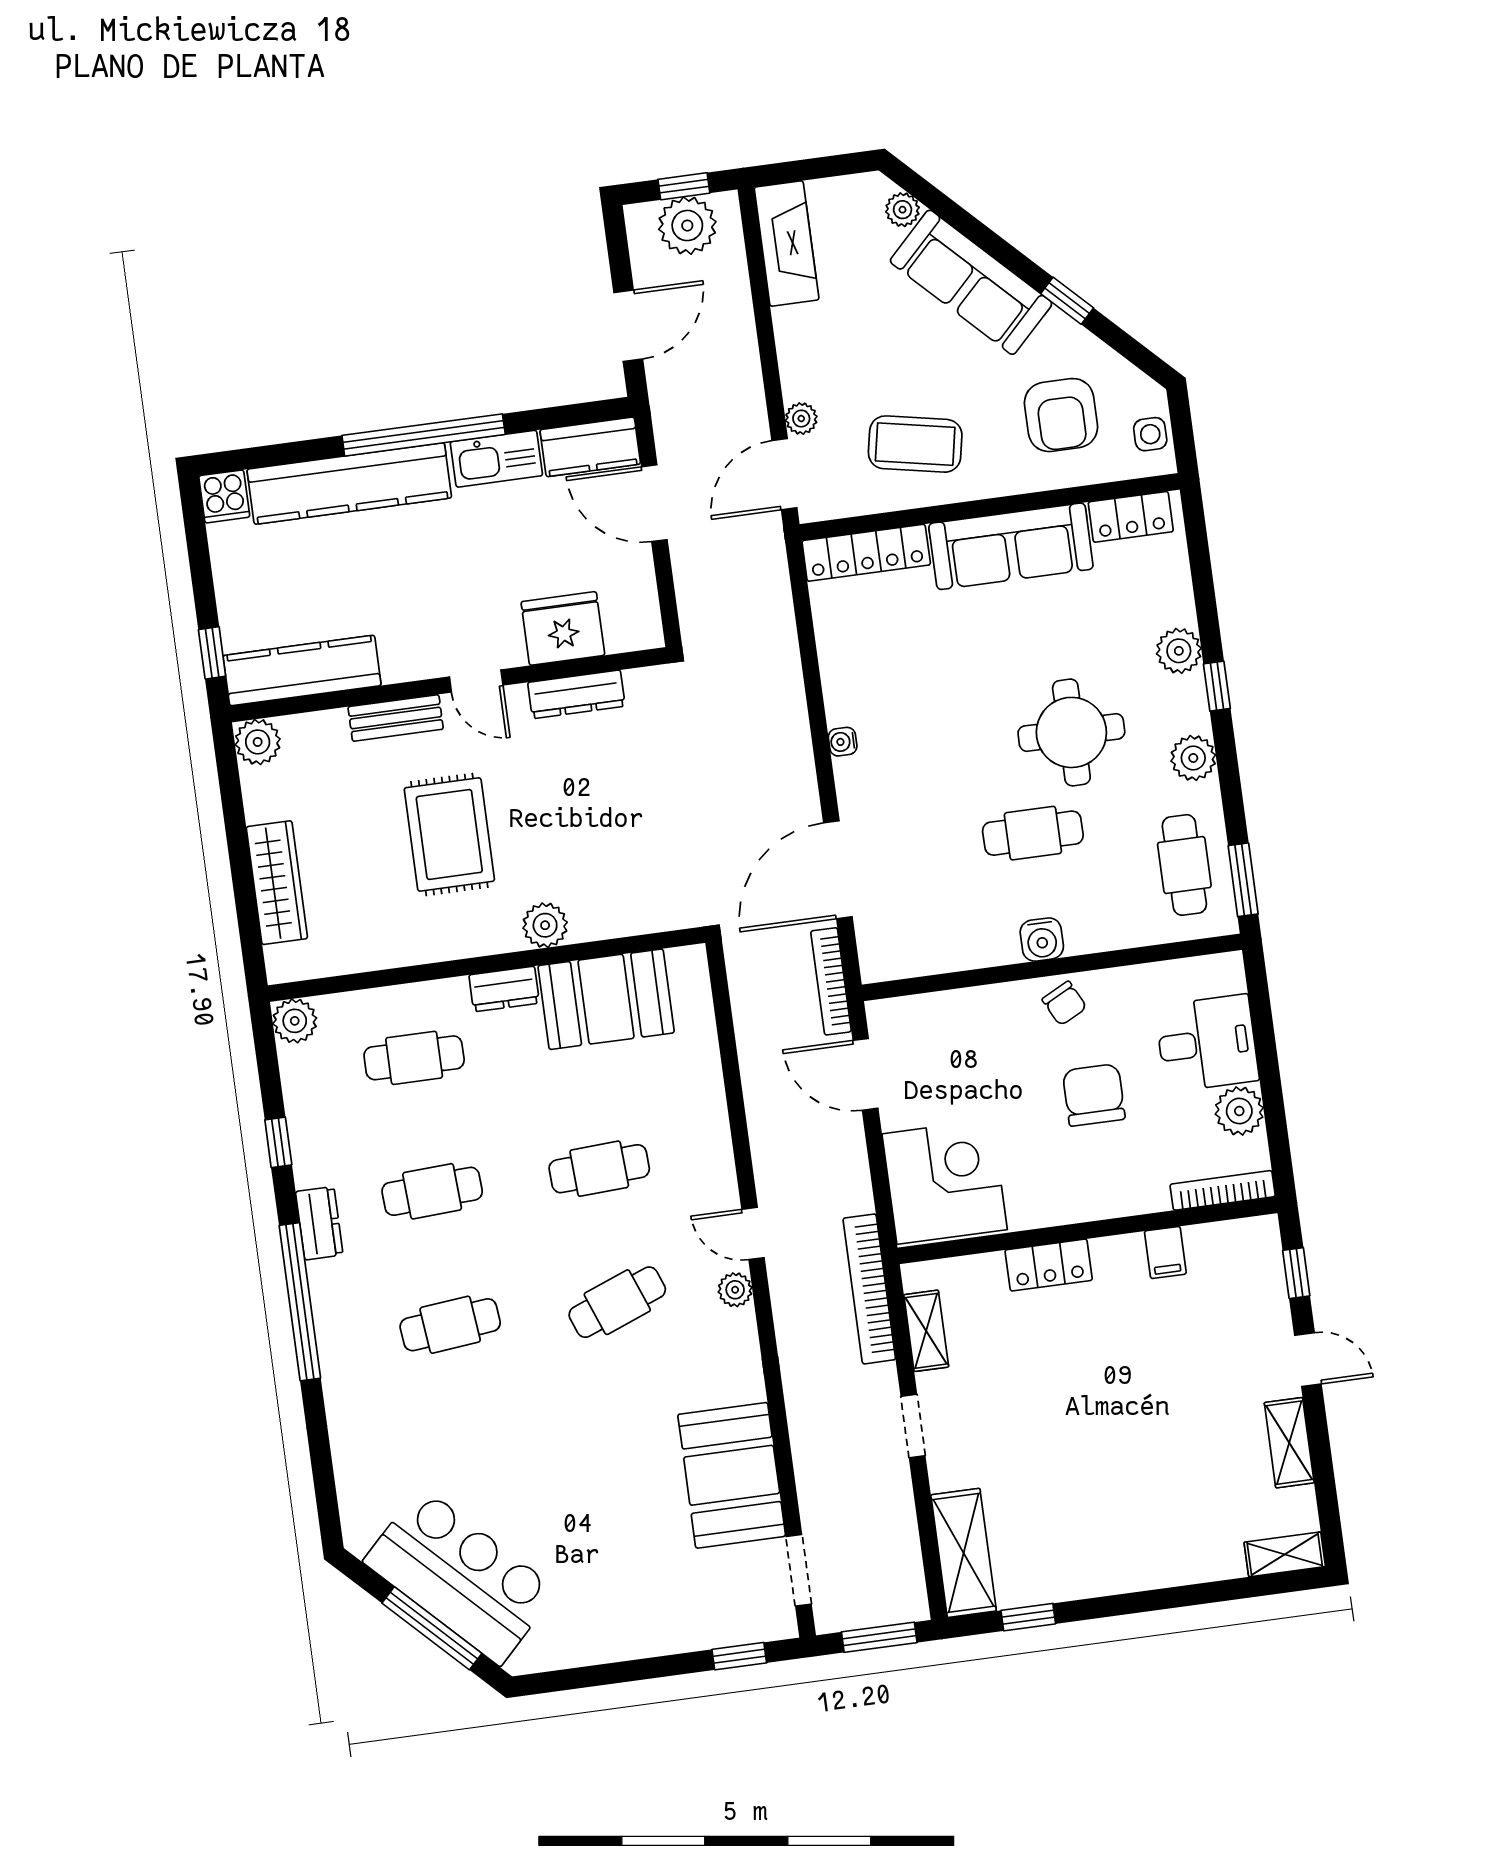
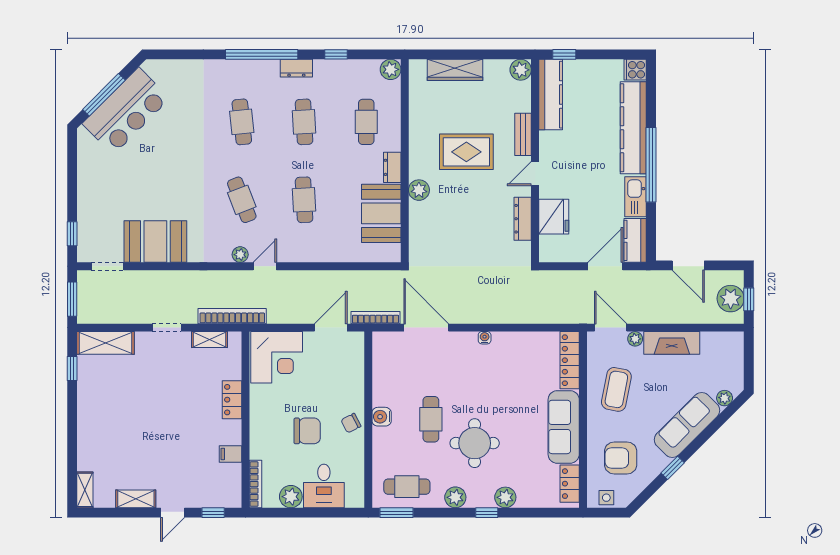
fireplace: (787, 244) -> (672, 343), moved

